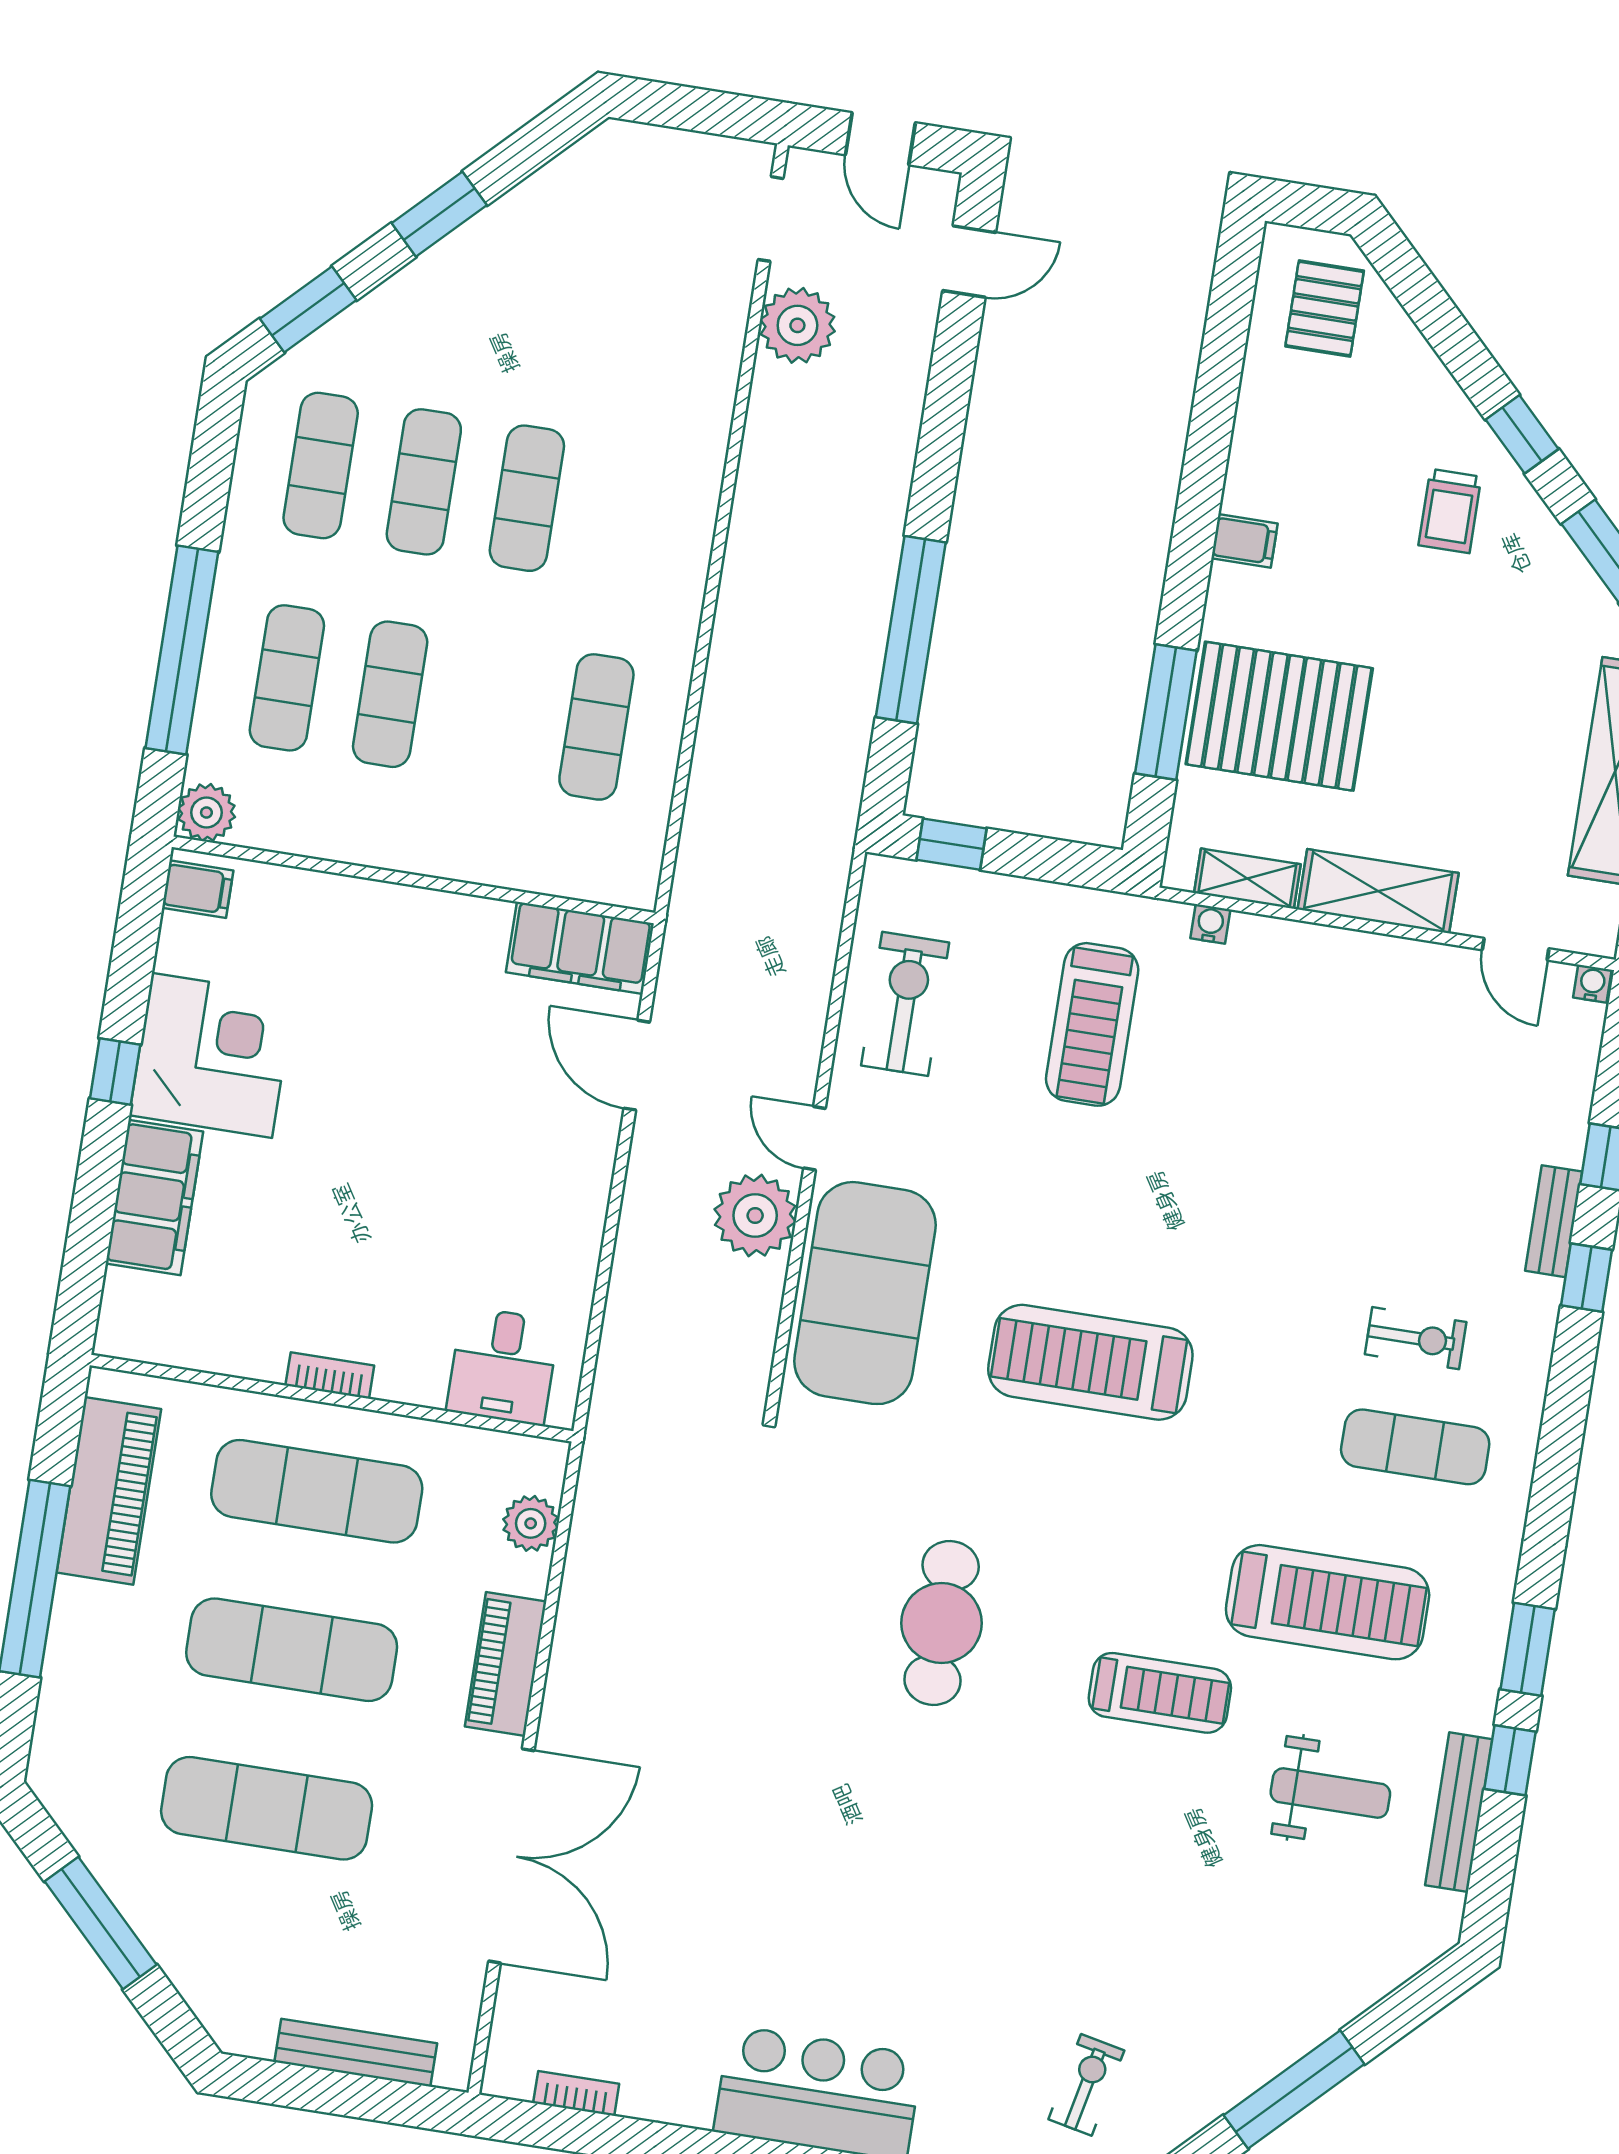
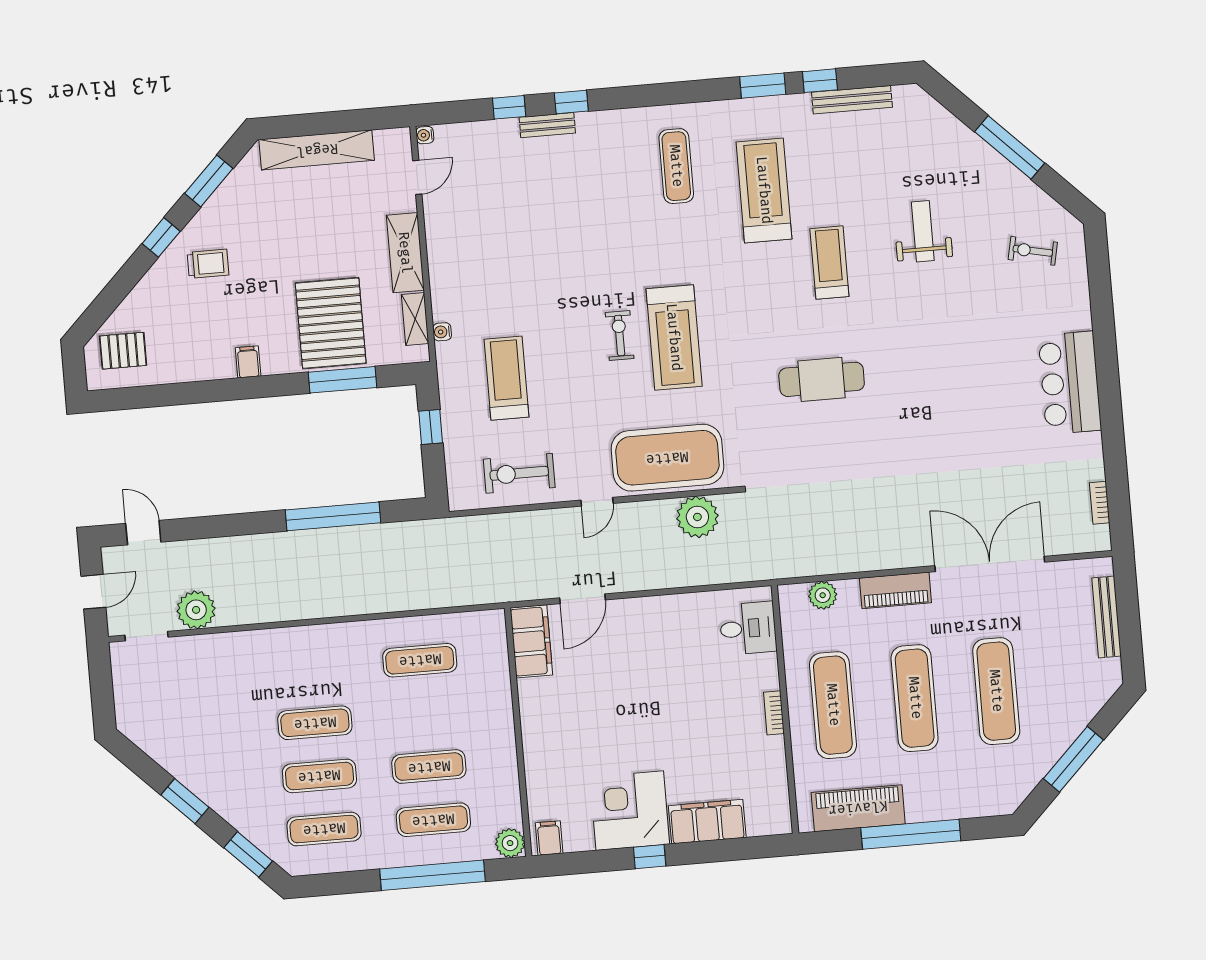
window: (952, 844) -> (431, 427), moved
treadmill: (1092, 1024) -> (506, 378), turned -90
plant: (755, 1215) -> (697, 517), moved
exercise bike: (1416, 1338) -> (620, 335), moved
weight bench: (1330, 1793) -> (923, 231), moved

